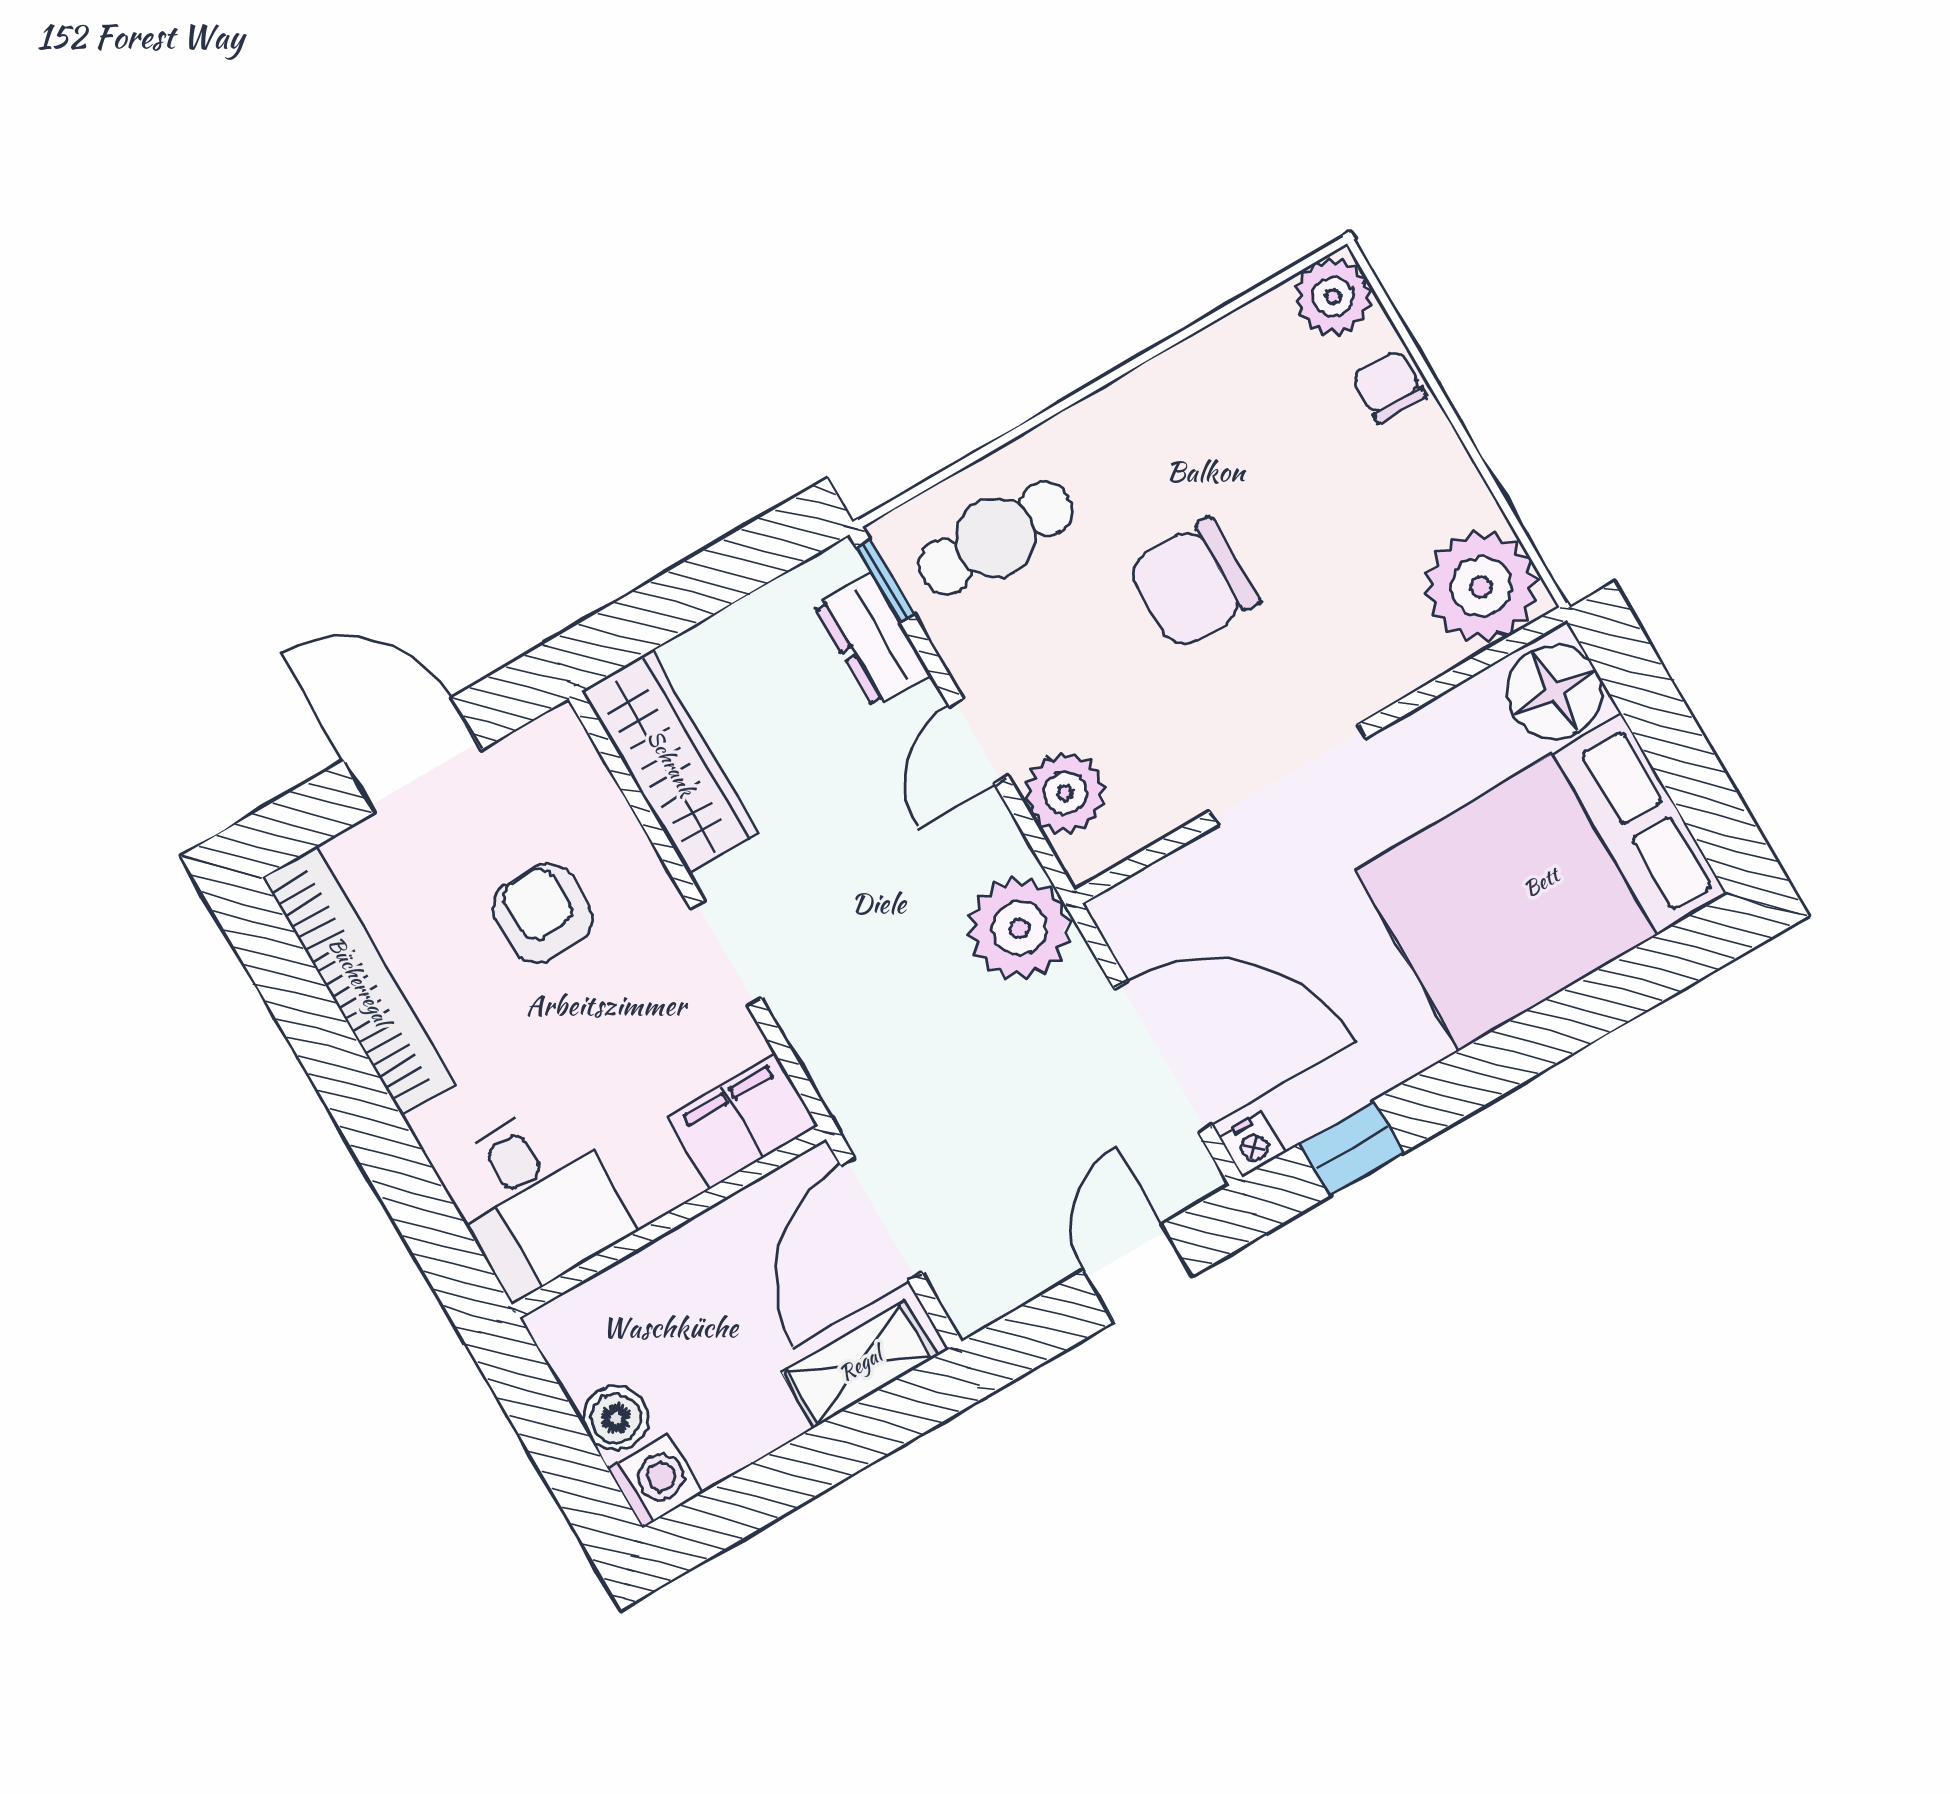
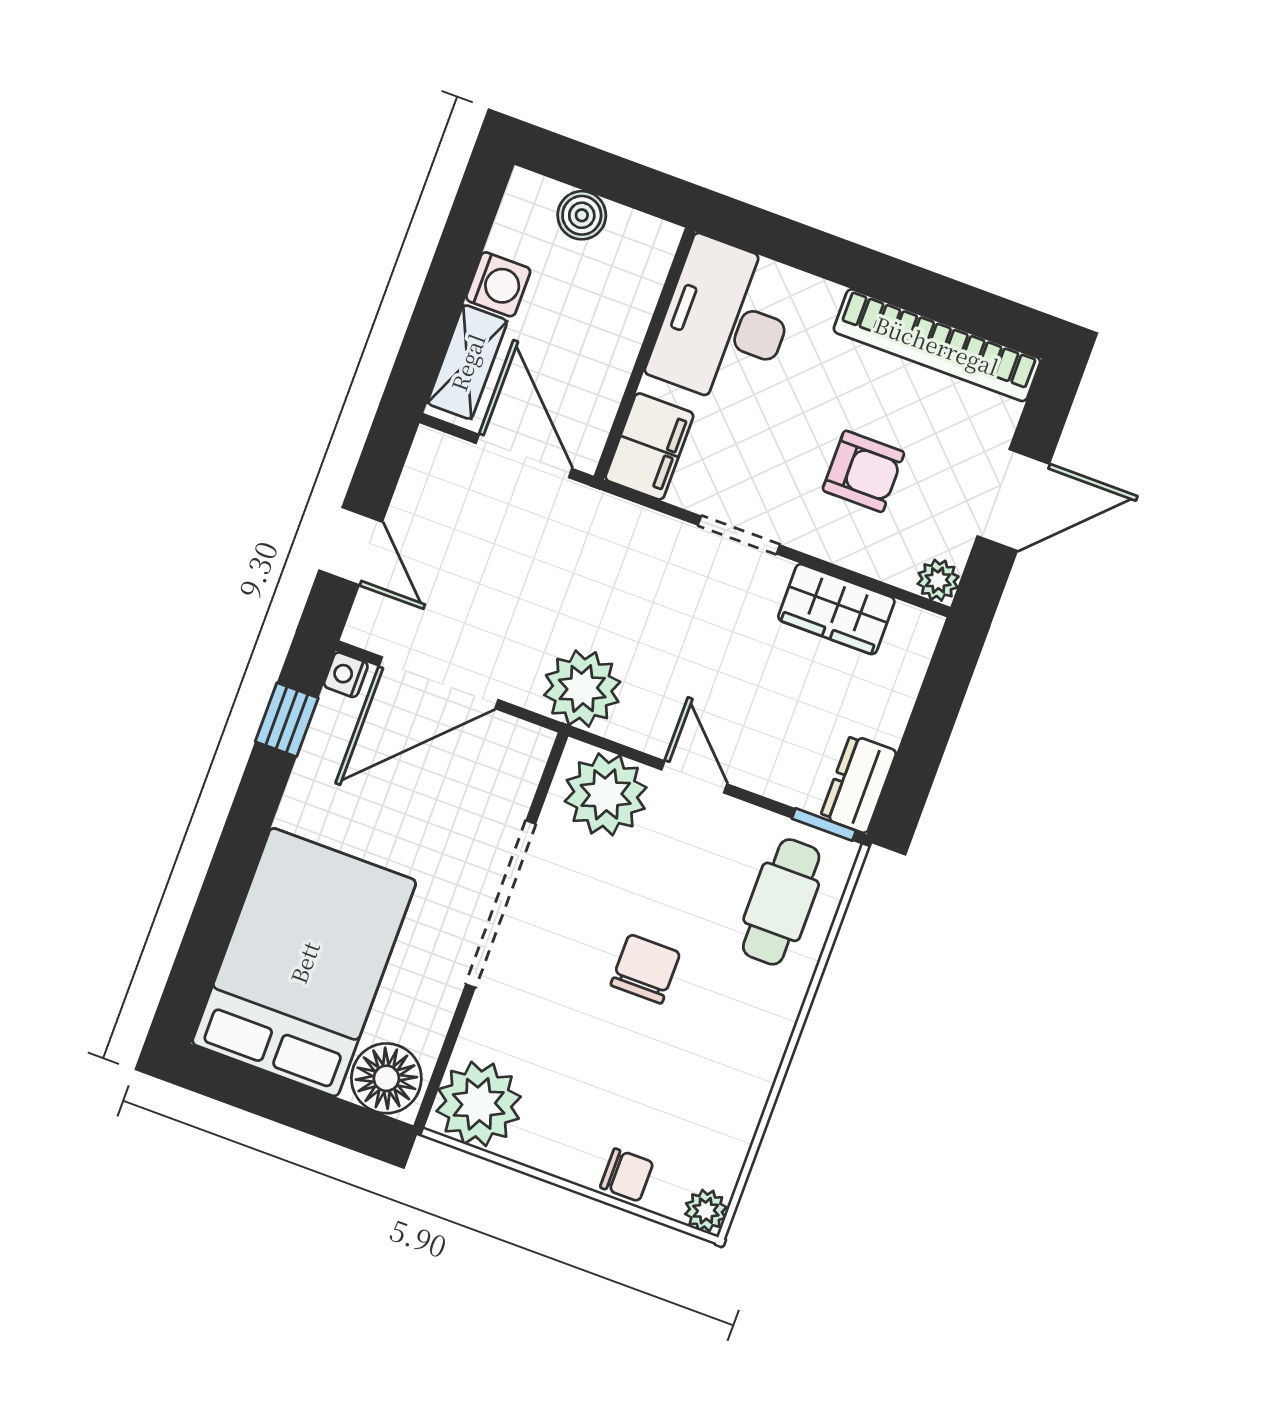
plant: (1333, 297) -> (706, 1211), width x0.73, depth x0.73
chair: (1193, 584) -> (645, 969), width x0.73, depth x0.73
dresser: (872, 640) -> (859, 784), moved, turned -90
plant: (558, 737) -> (938, 580), added
wardrobe: (671, 763) -> (836, 609), width x0.67
doorway: (1288, 775) -> (501, 904), width x1.36
plant: (1065, 793) -> (606, 794), width x1.36, depth x1.36
desk: (536, 1199) -> (725, 323), width x1.37
washing machine: (655, 1480) -> (498, 284), moved, turned -90

